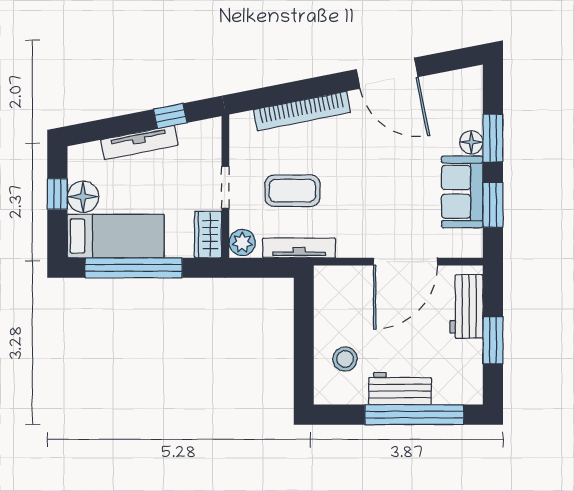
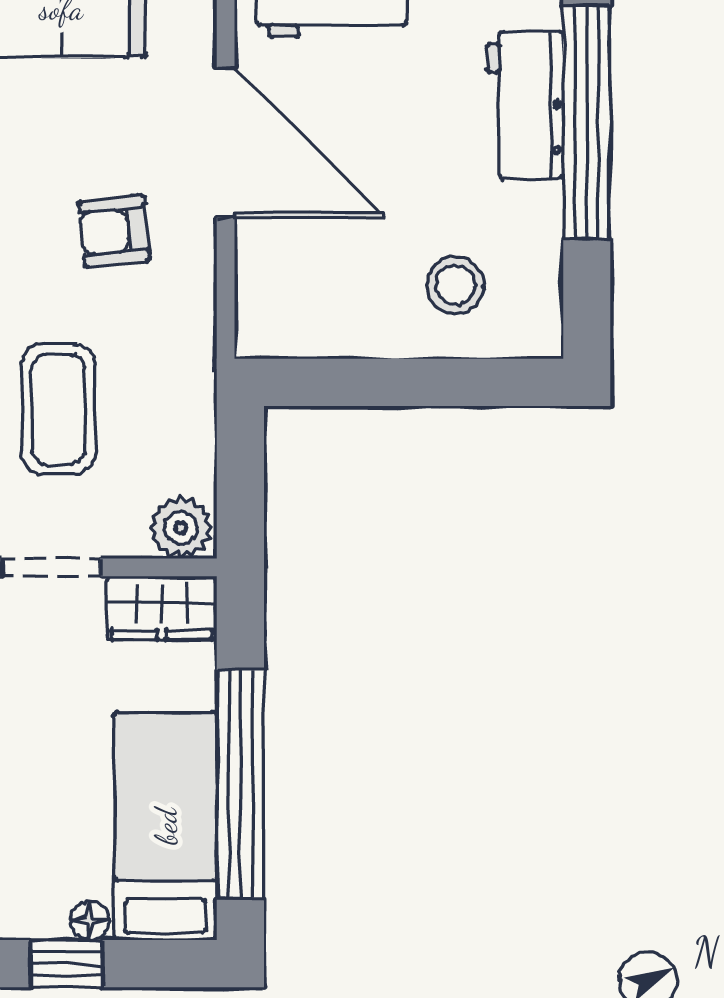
floor lamp: (83, 197) -> (90, 921), width x0.53, depth x0.53
armchair: (368, 214) -> (114, 231), added
tv unit: (299, 248) -> (194, 393), removed
workbench: (400, 389) -> (525, 105), moved

